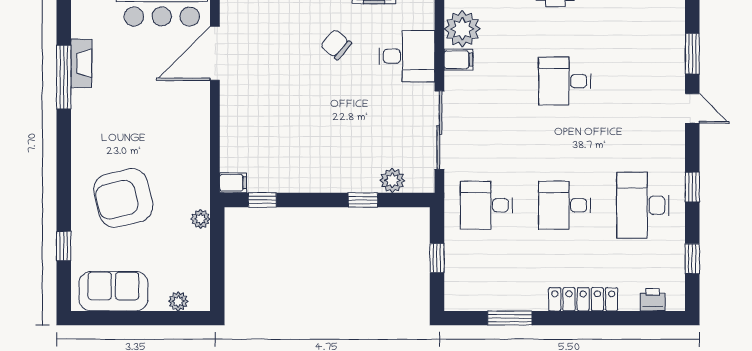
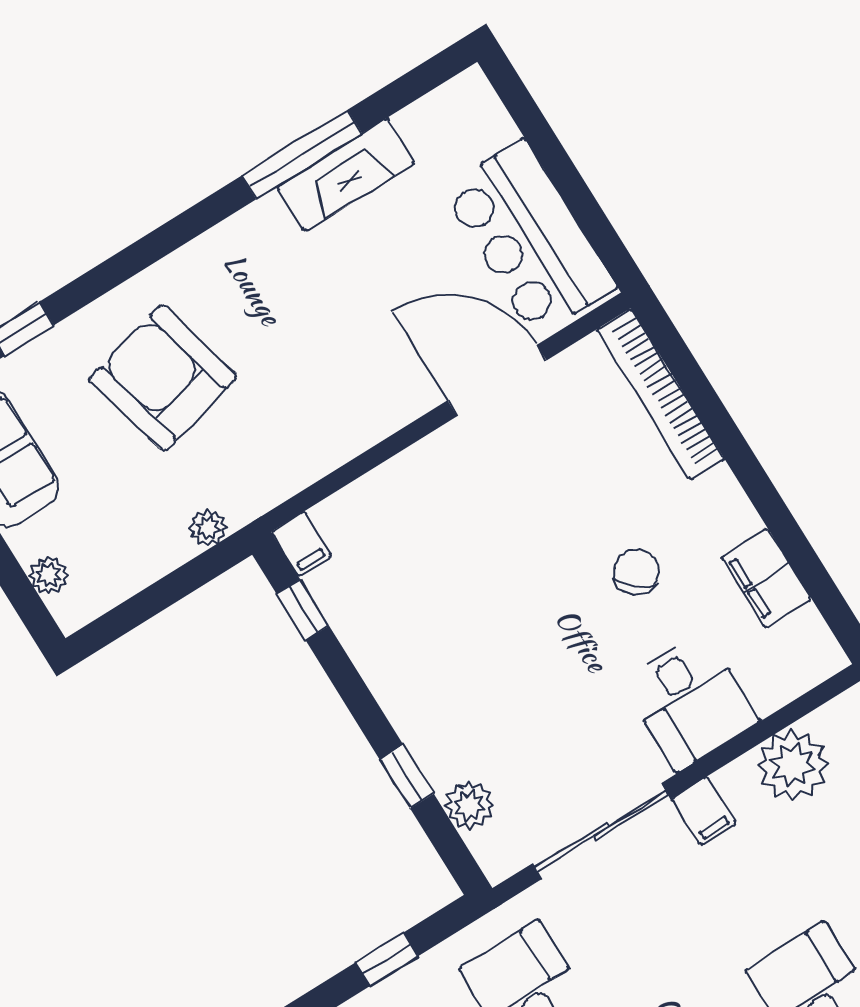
filing cabinet: (458, 60) -> (704, 811), moved
fireplace: (81, 63) -> (346, 175), width x1.37, depth x1.32

